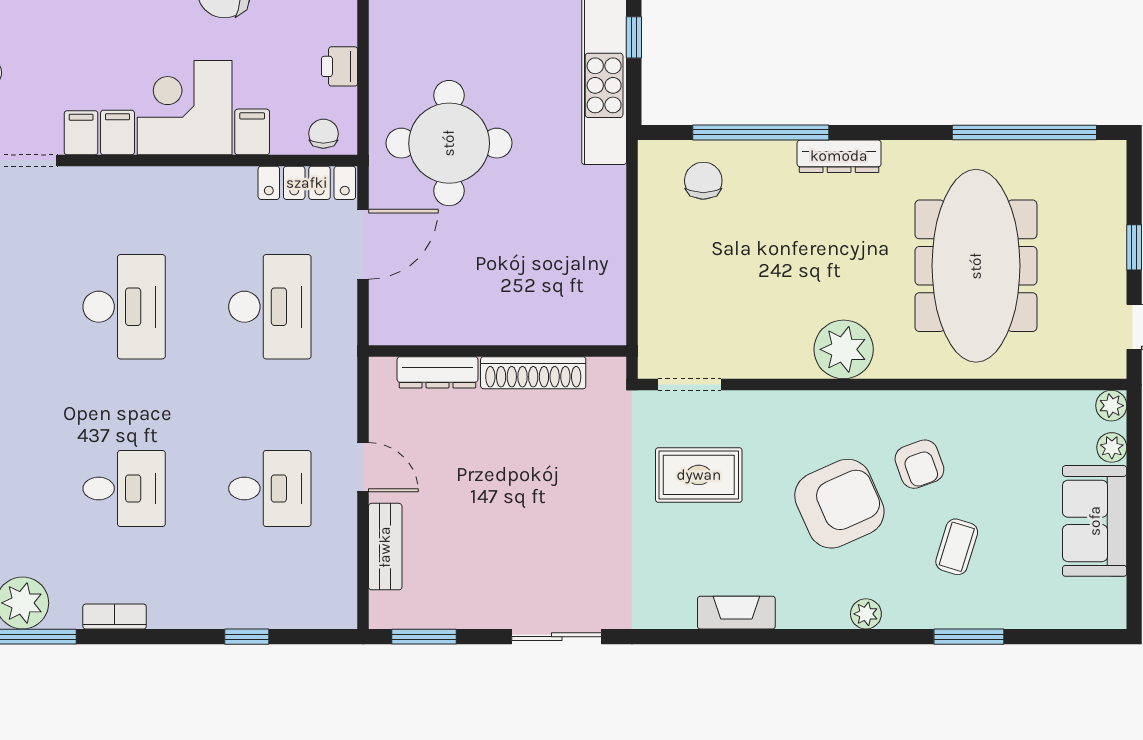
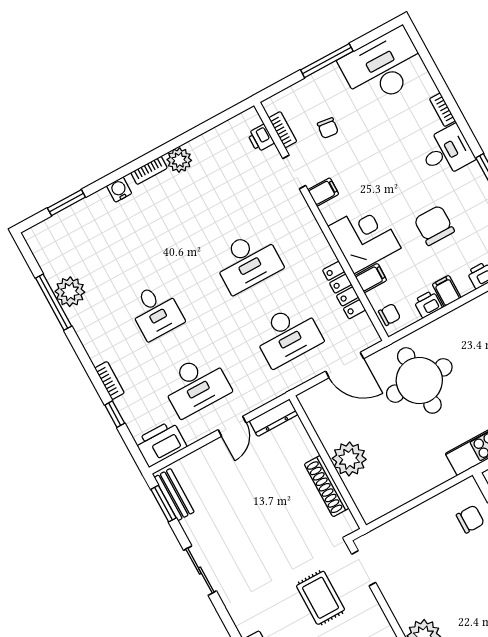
filing cabinet: (118, 132) -> (447, 291), moved, turned -90
locker: (307, 183) -> (344, 290), moved
plant: (510, 316) -> (349, 459), added
dresser: (437, 372) -> (274, 418), moved, turned -90
desk: (270, 488) -> (196, 385), width x1.37
bench: (385, 547) -> (174, 495), moved, turned 90
printer: (330, 591) -> (161, 444), added
bookcase: (115, 617) -> (109, 380), moved

